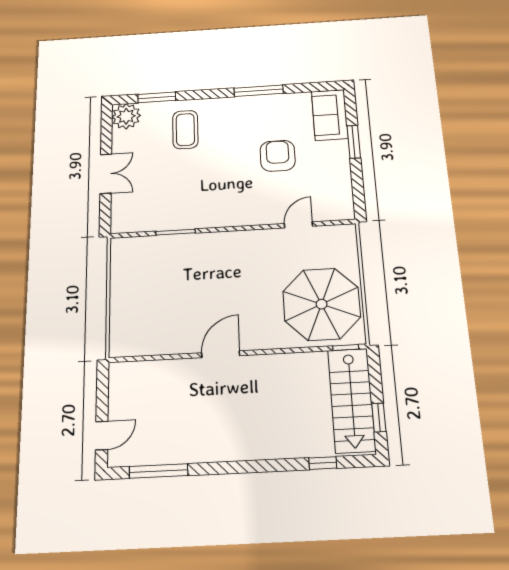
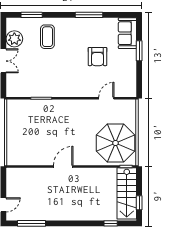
plant: (126, 116) -> (14, 39), moved
armchair: (278, 156) -> (97, 57), turned 180

